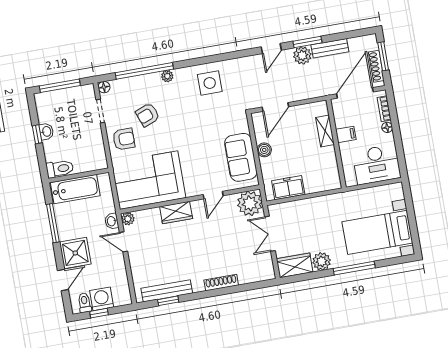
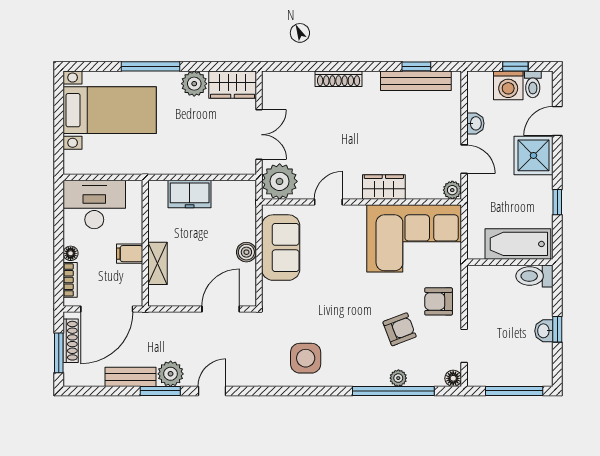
plant: (167, 76) -> (398, 378), moved
freezer: (288, 188) -> (190, 194), moved
washbasin: (112, 221) -> (475, 123), moved
window: (53, 223) -> (557, 202), width x0.46

